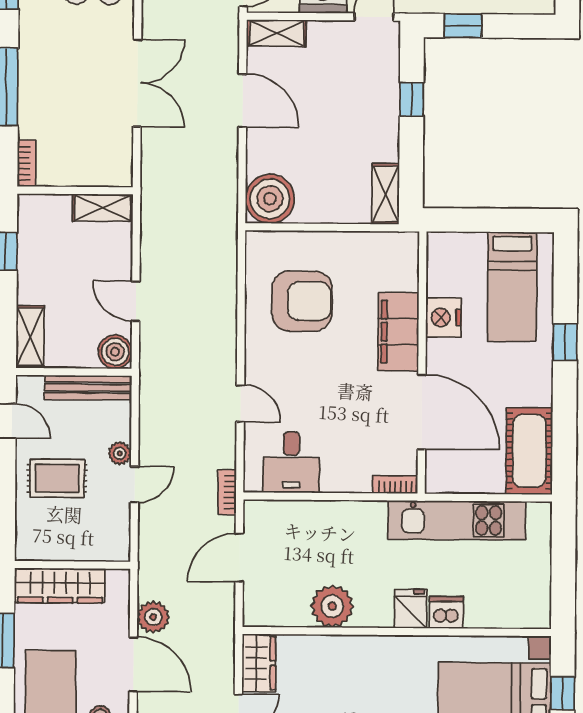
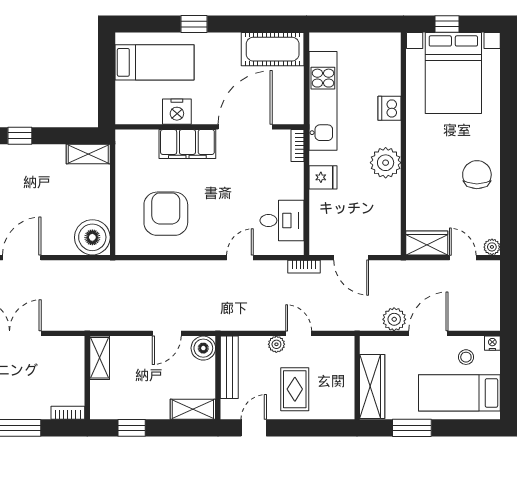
plant: (332, 606) -> (386, 163), moved
fridge: (411, 609) -> (323, 177), moved, turned 180

